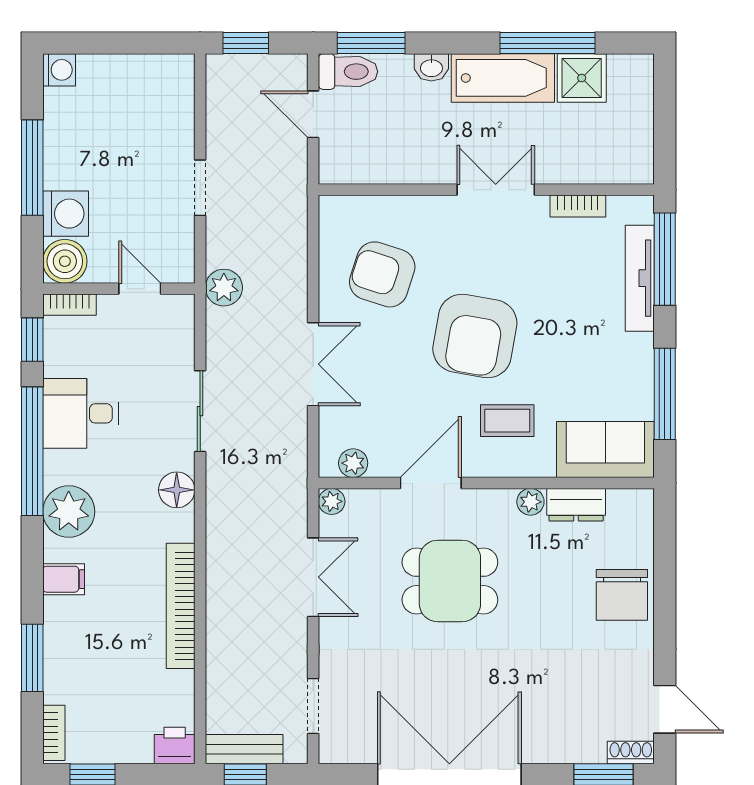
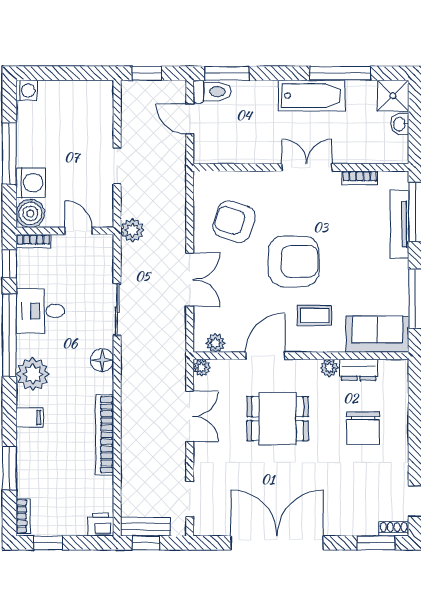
washbasin: (431, 67) -> (400, 124), moved, turned 90
shower: (582, 78) -> (393, 96), moved
armchair: (475, 336) -> (294, 261), turned -100
chair: (622, 595) -> (363, 428), moved

